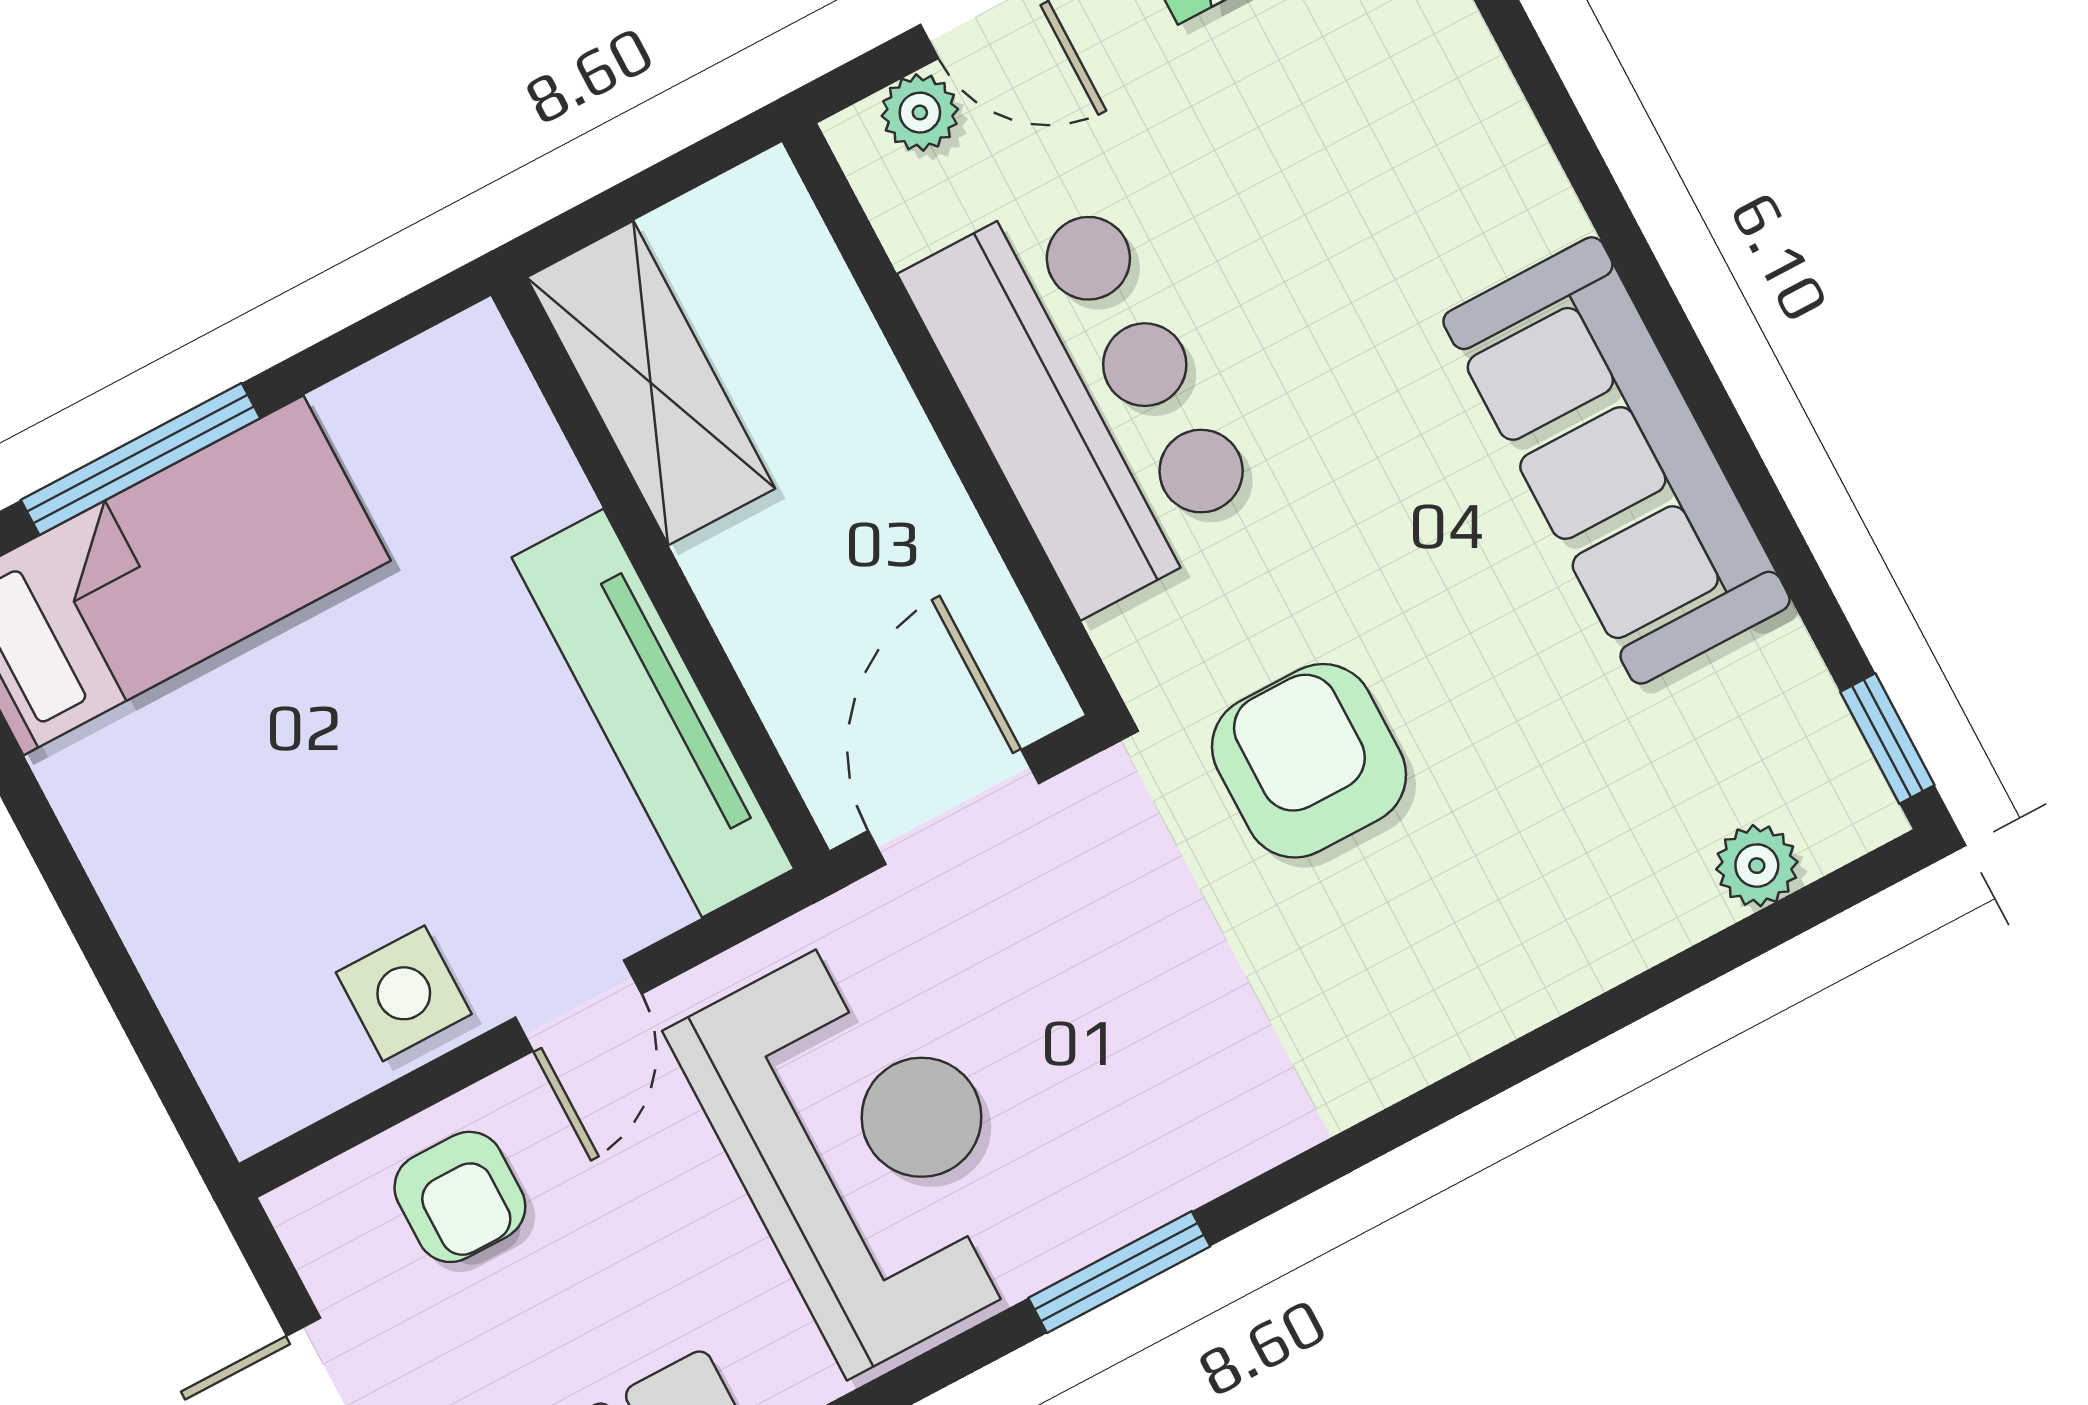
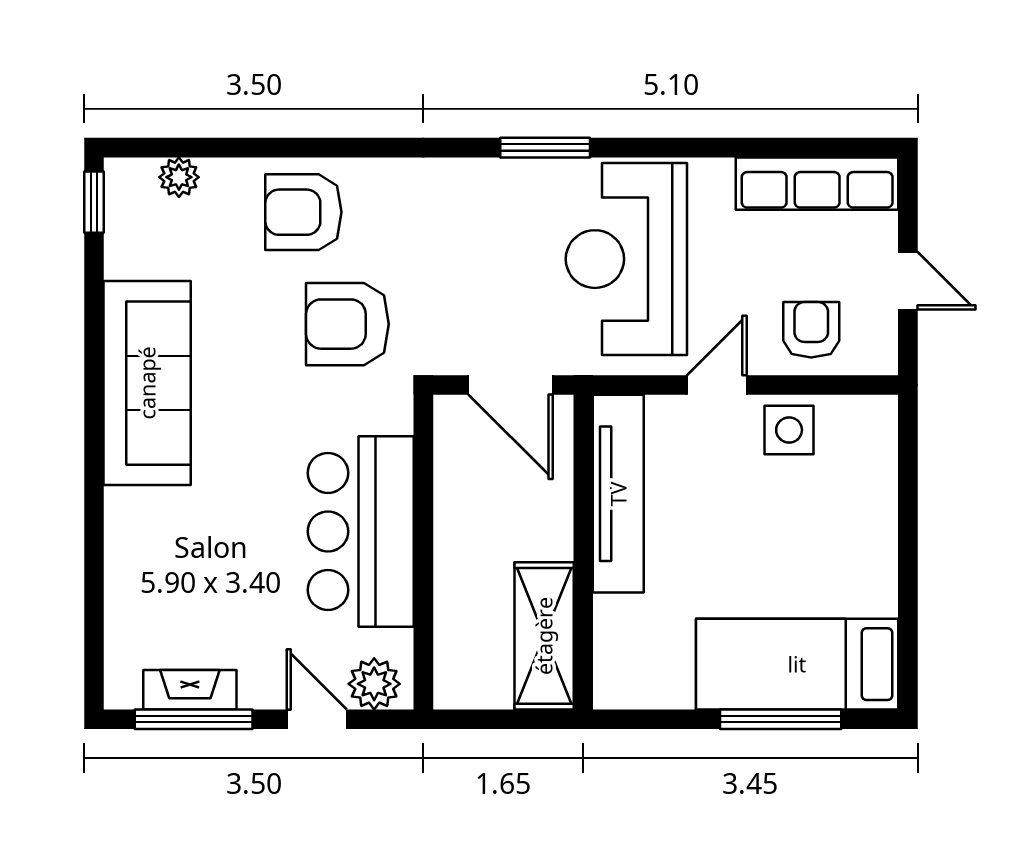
plant: (920, 113) -> (374, 684), width x1.38, depth x1.38
armchair: (1309, 761) -> (347, 324), turned 90
door: (954, 807) -> (511, 385), hinge flipped
armchair: (1497, 922) -> (303, 212), added

